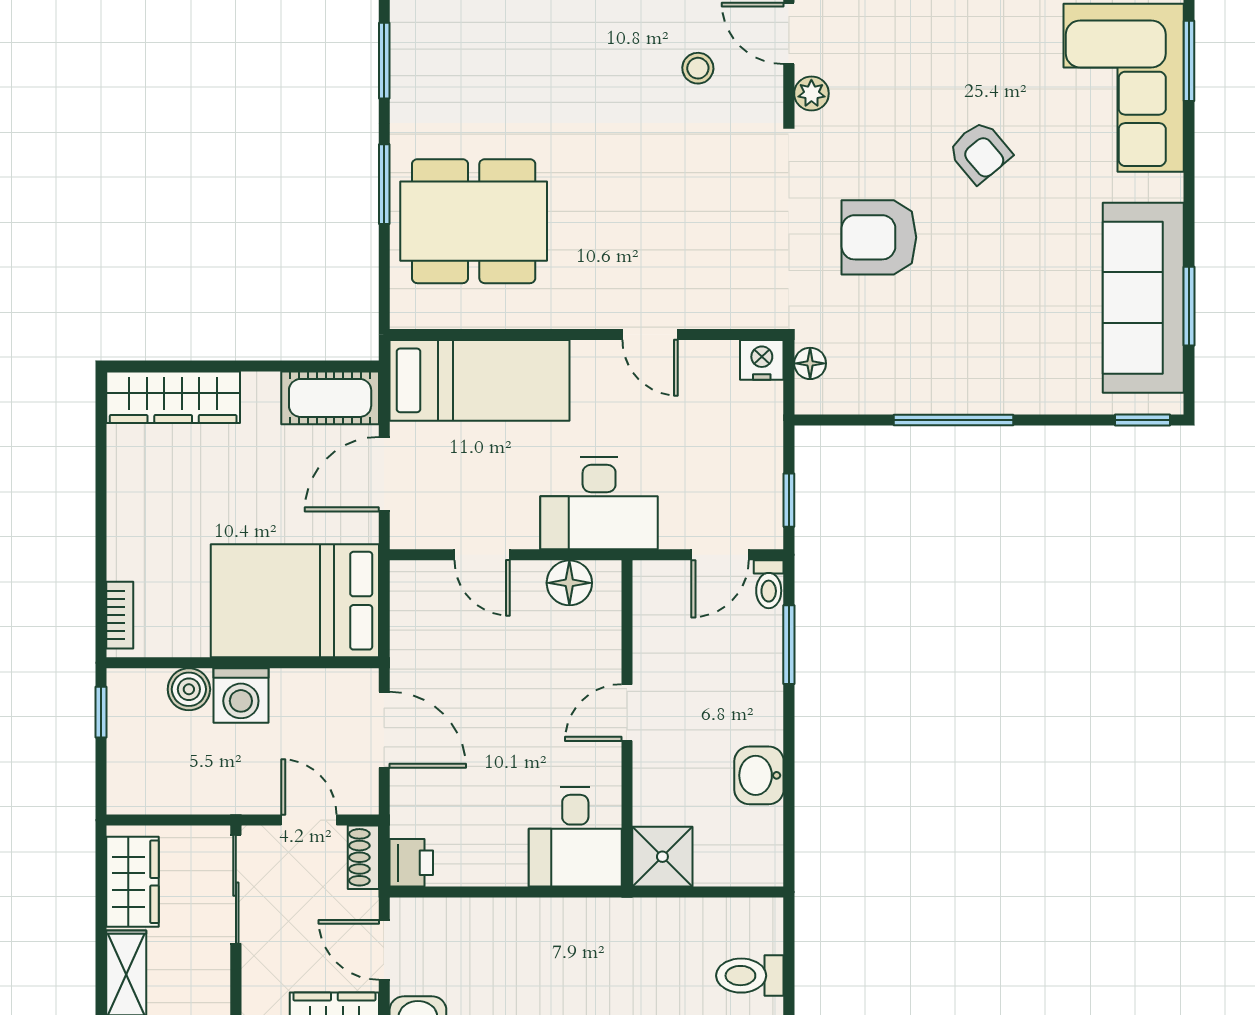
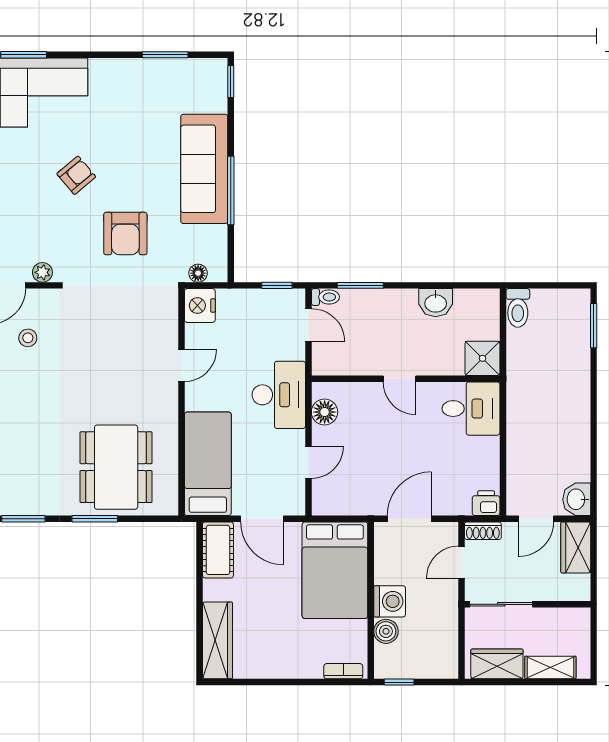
sofa: (1143, 298) -> (204, 169), moved, turned 90
nightstand: (762, 360) -> (200, 306), width x1.36, depth x1.33
toilet: (750, 976) -> (518, 308), moved

